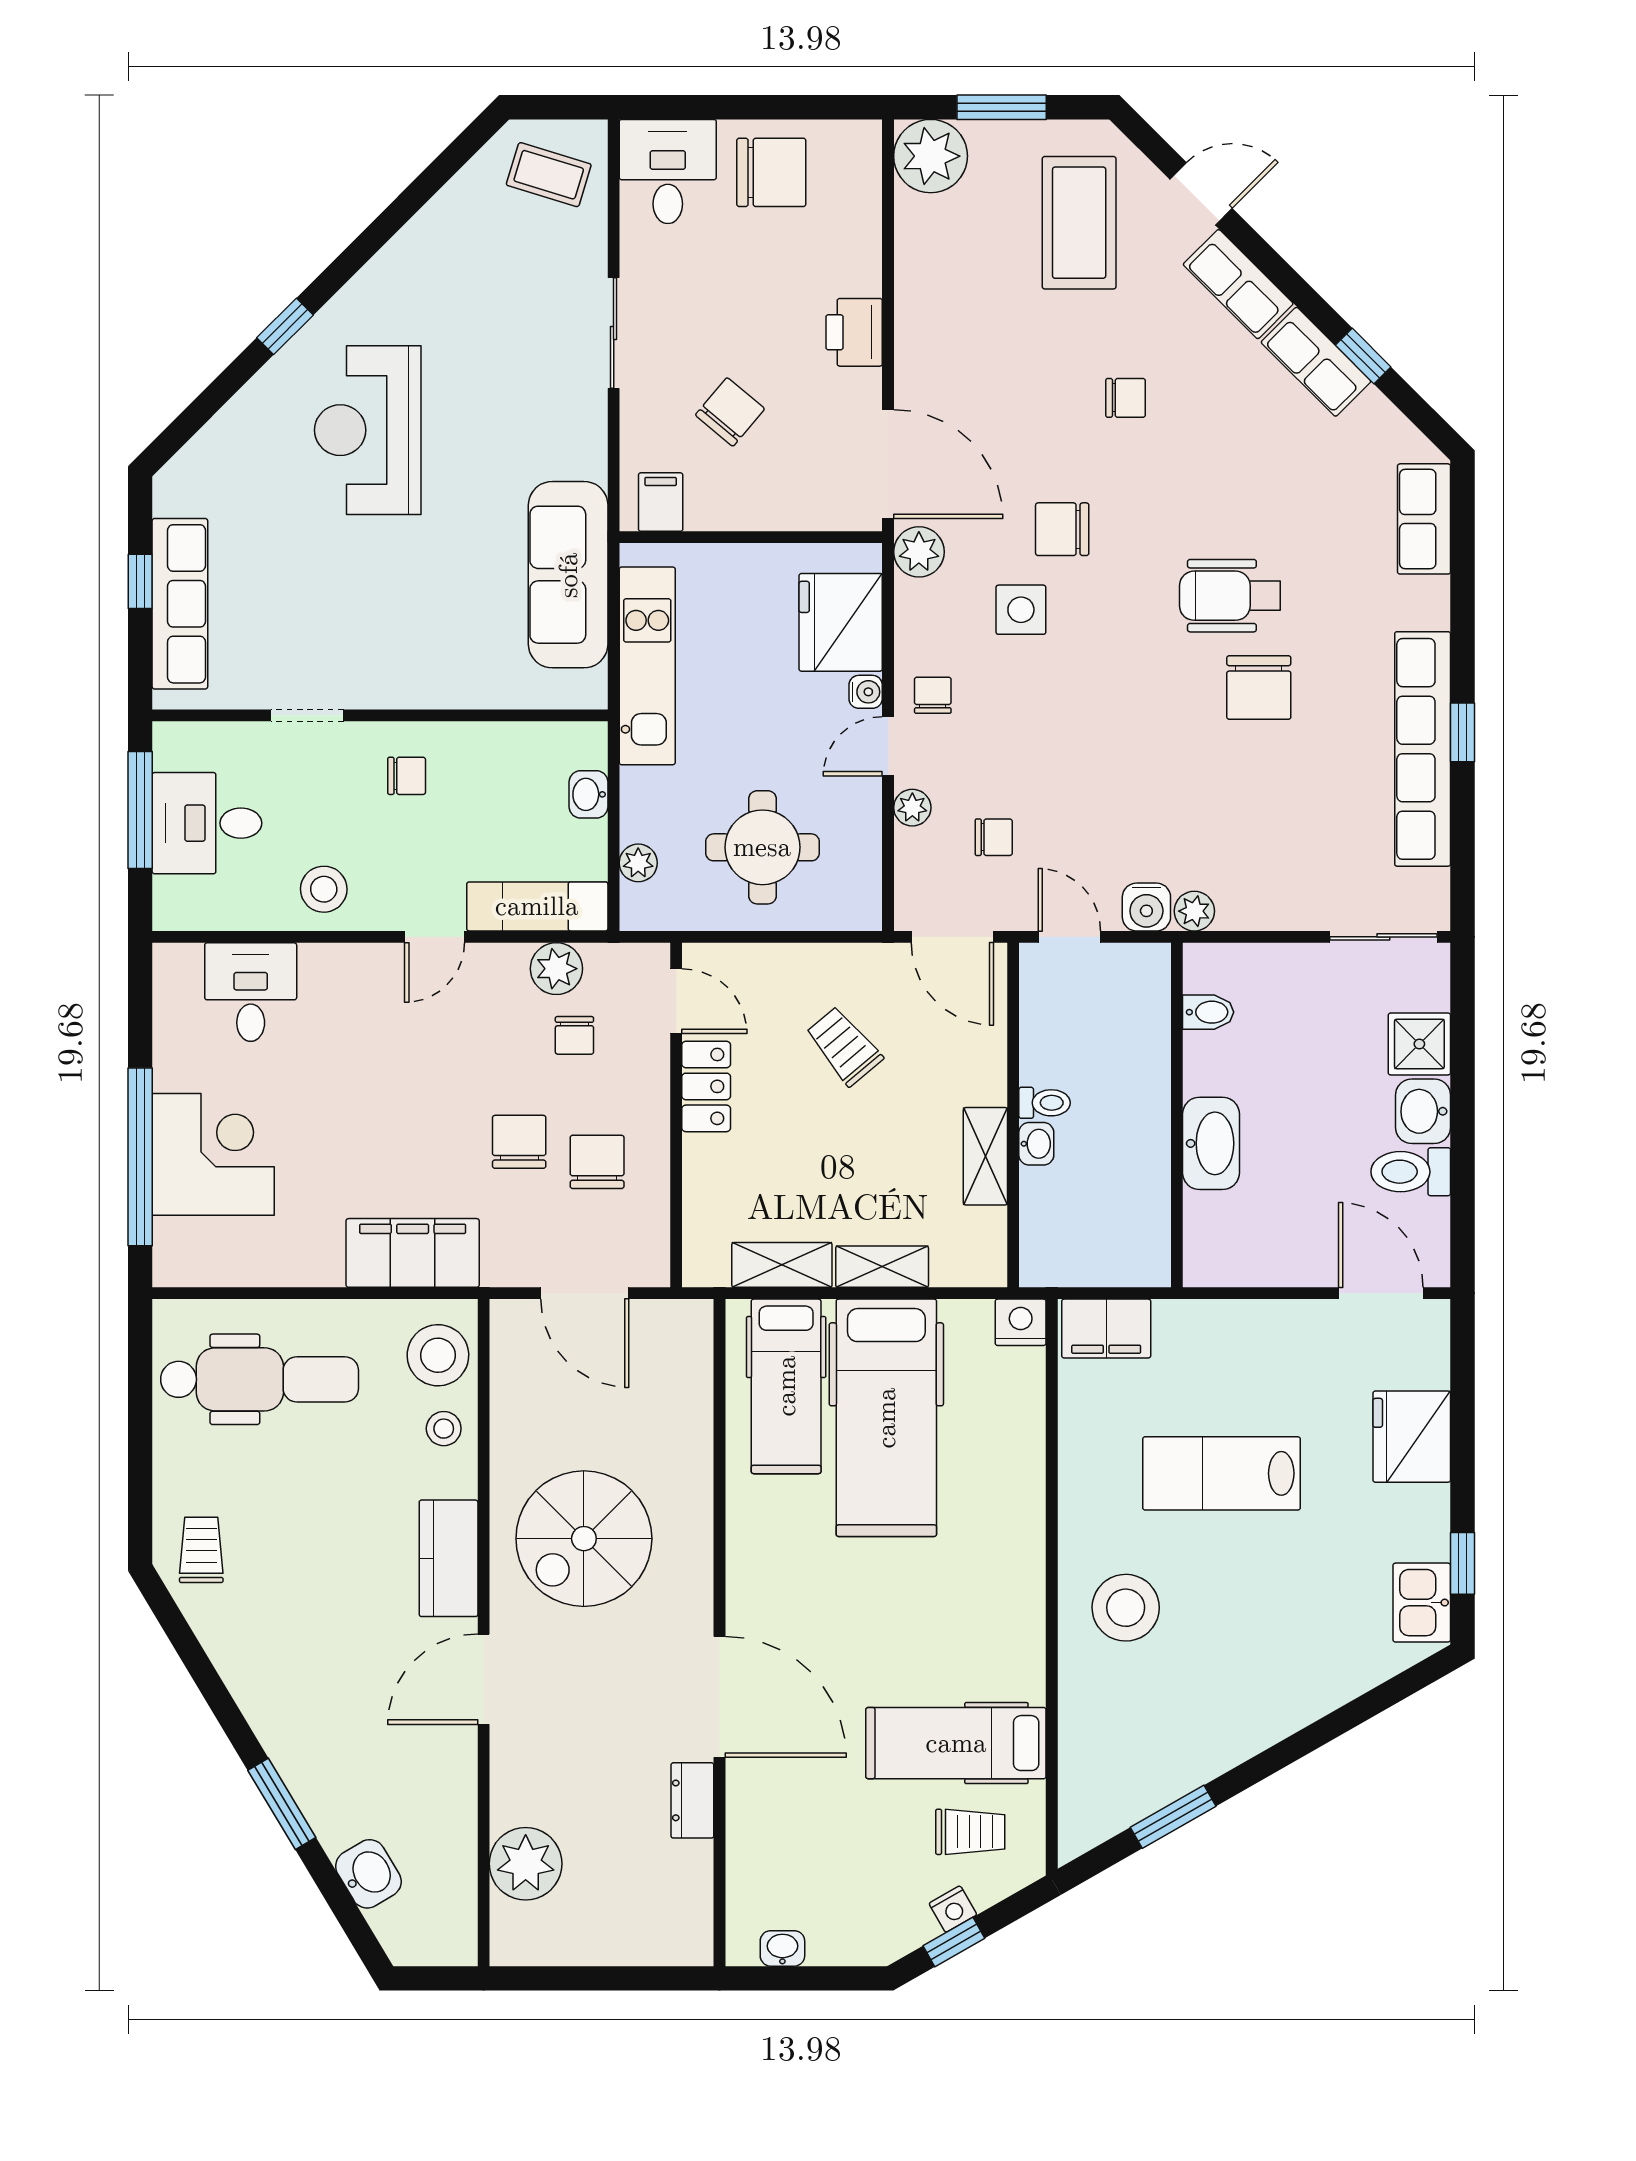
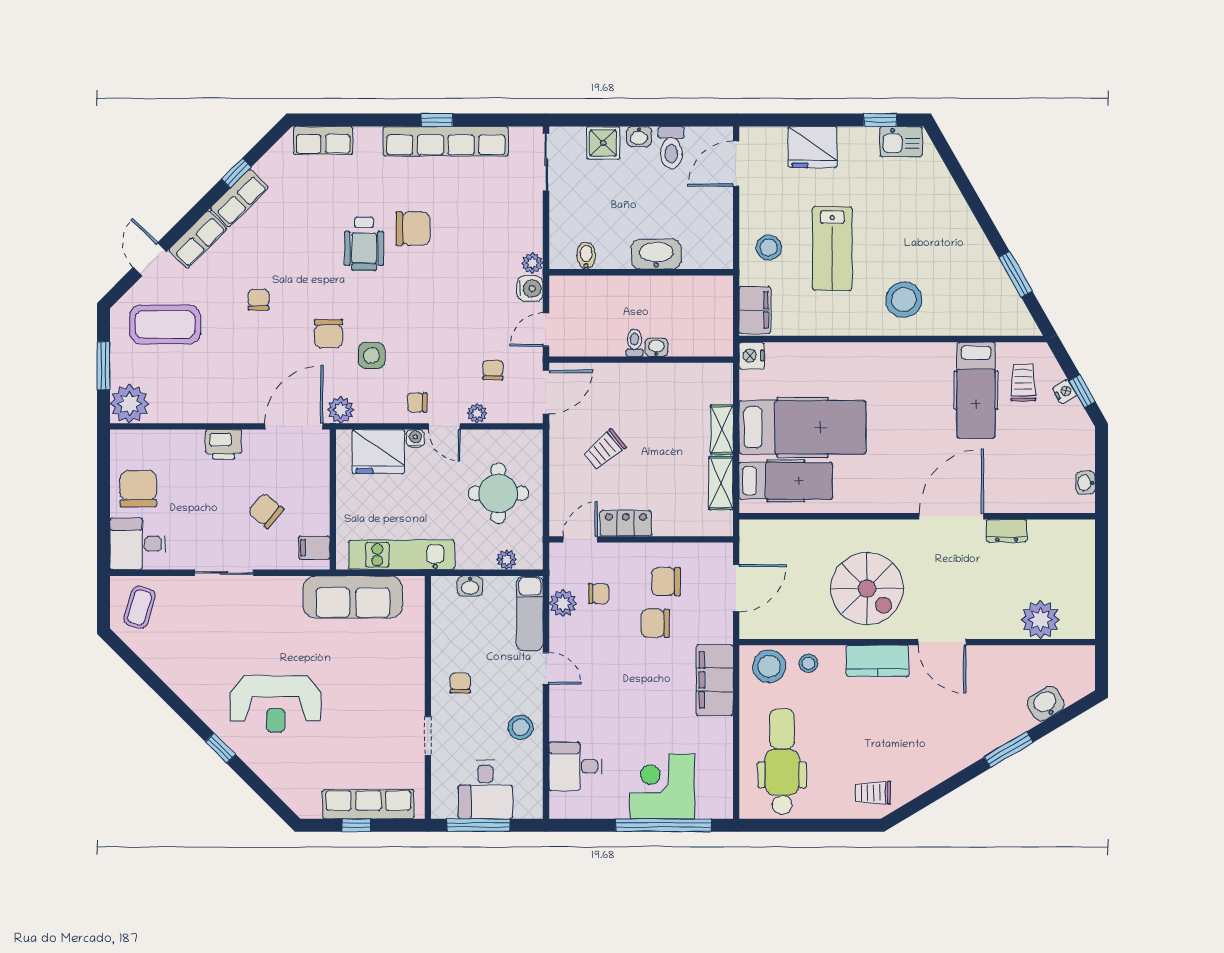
washbasin: (1423, 1111) -> (639, 137), width x0.72, depth x0.69
shelving: (985, 1156) -> (663, 374), removed
stool: (1223, 1354) -> (769, 248), added

